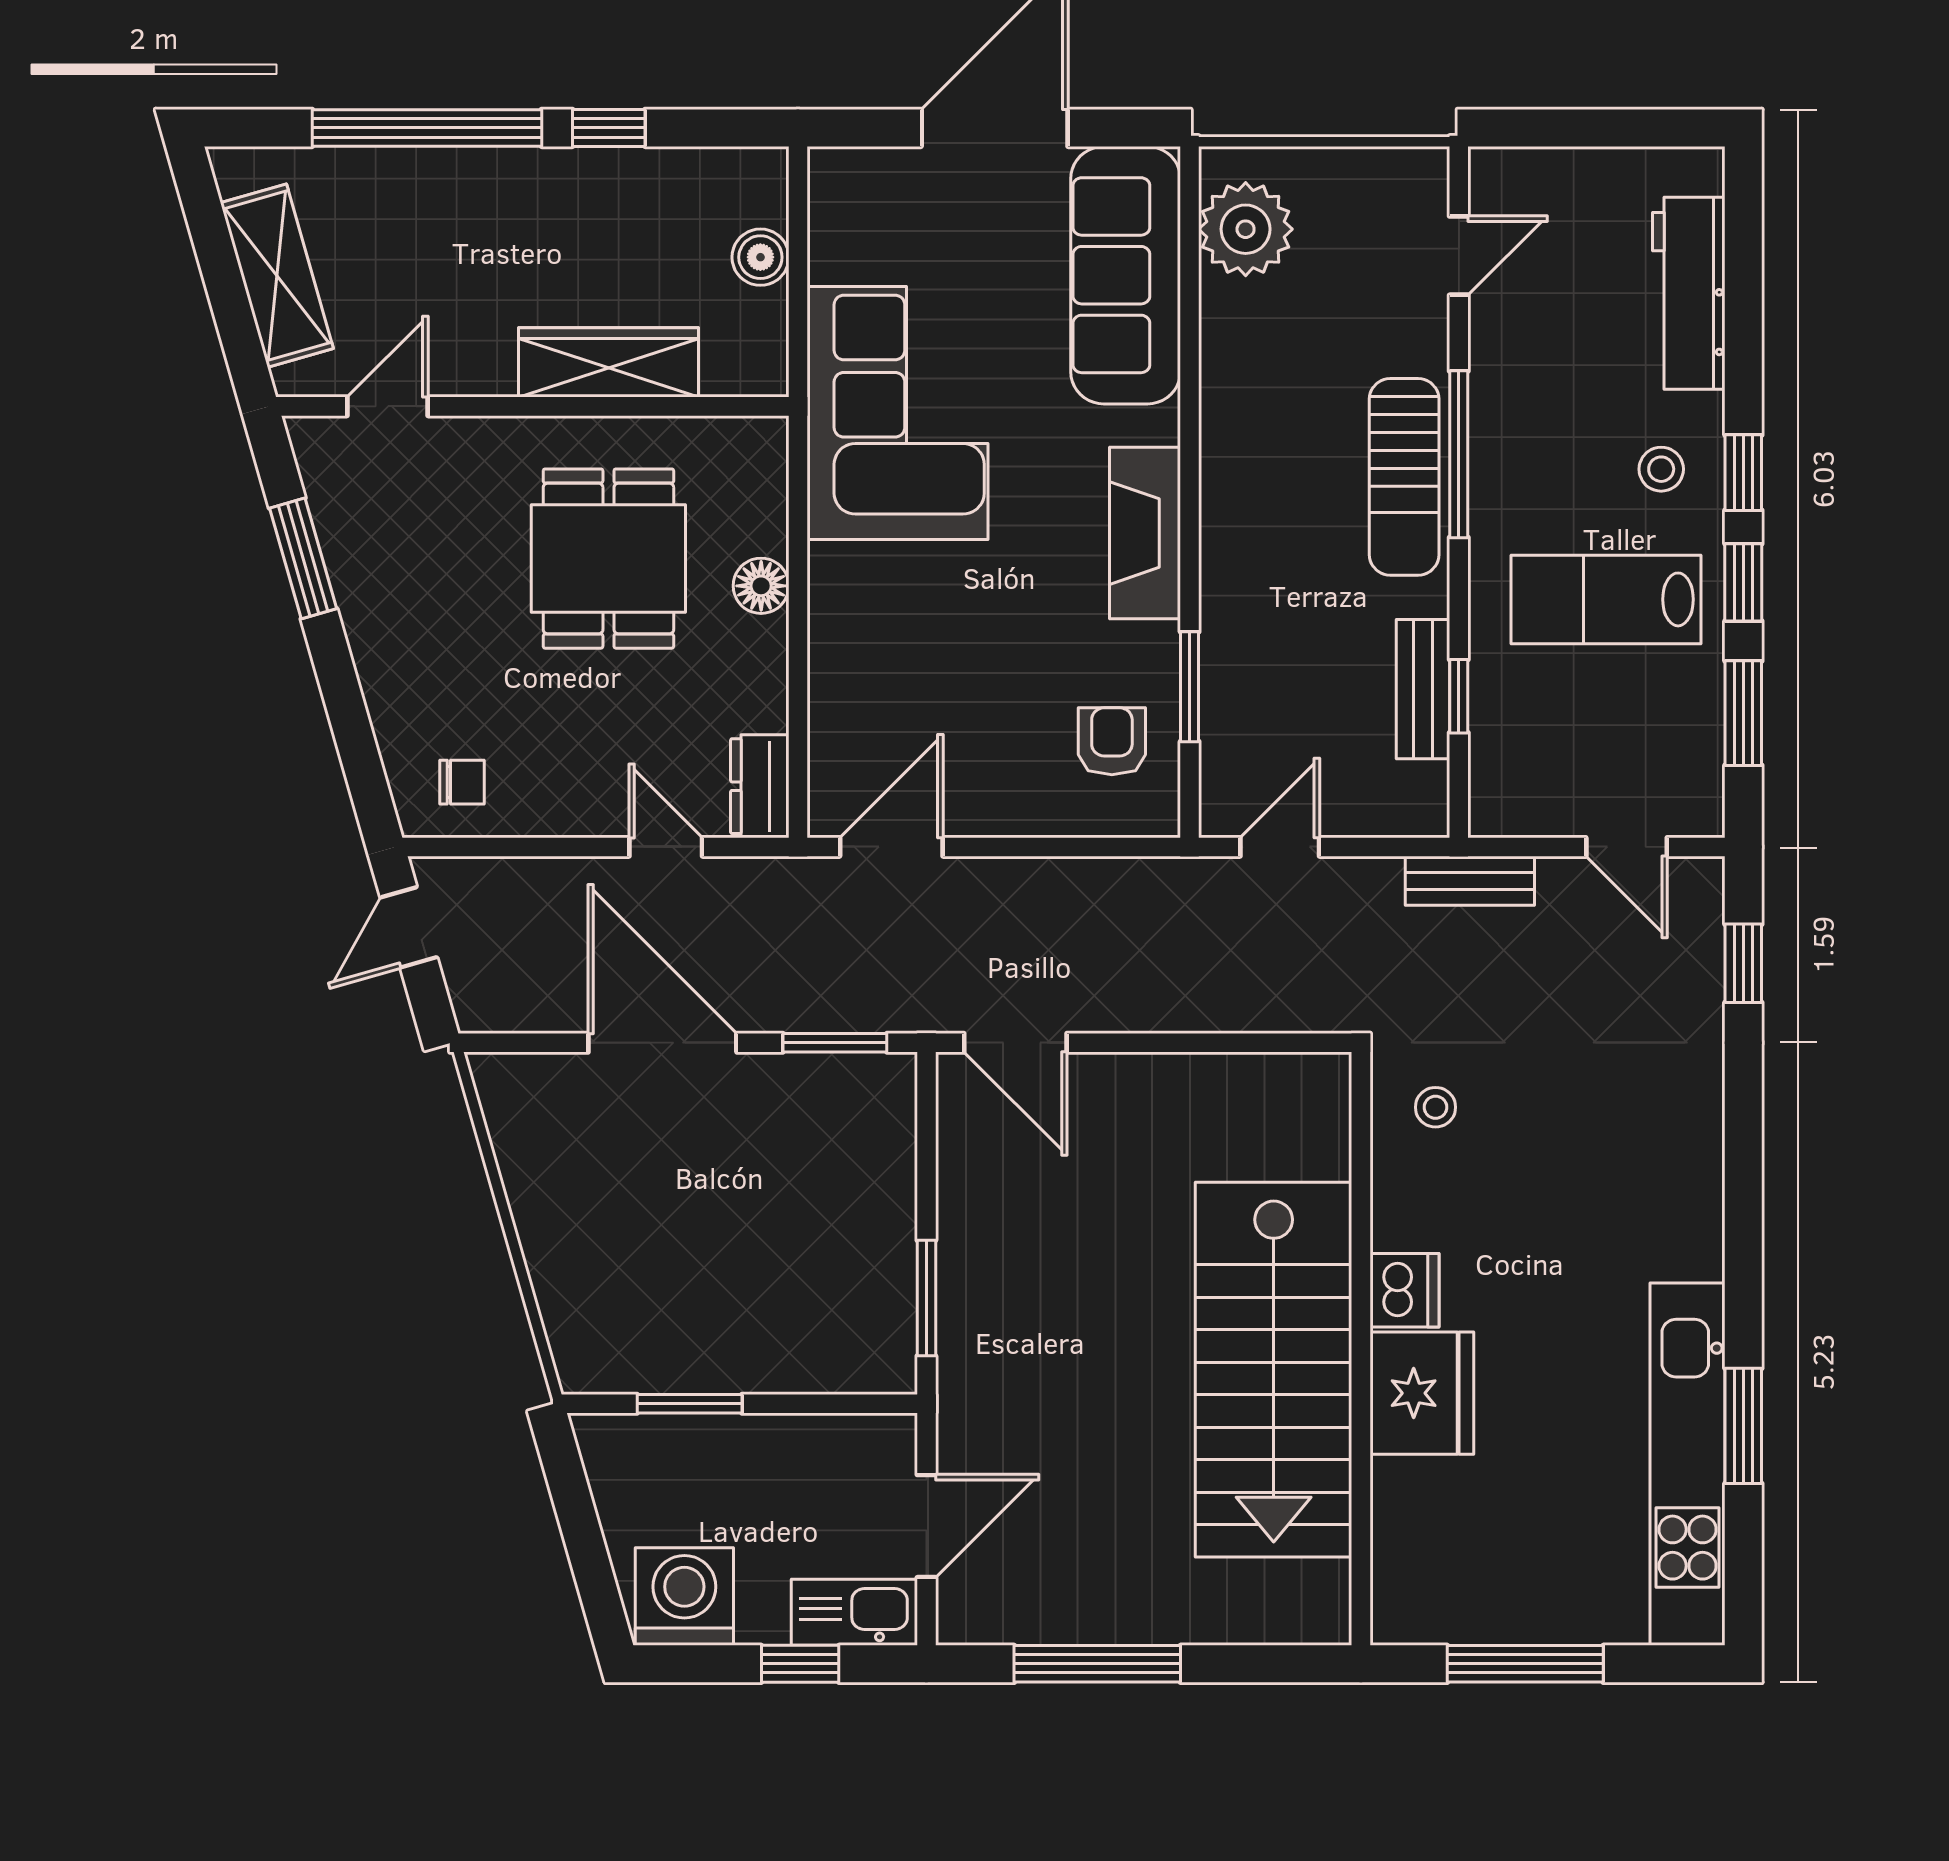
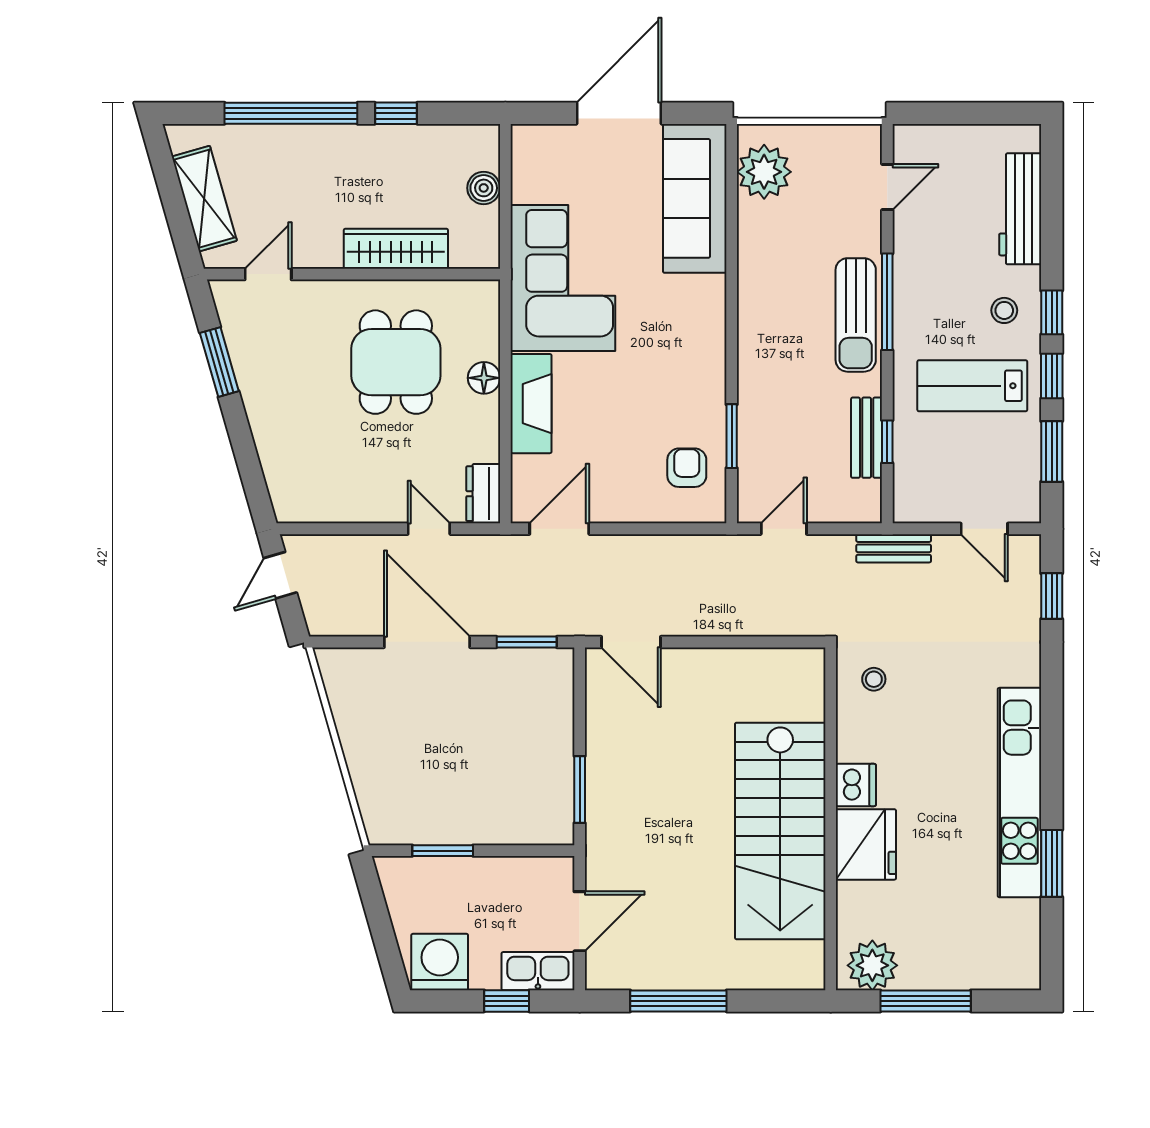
fireplace: (1145, 533) -> (531, 404), moved, turned 180
chair: (462, 782) -> (311, 491), removed
kitchen unit: (1688, 1464) -> (1019, 793), moved
plant: (1433, 1602) -> (872, 965), added

